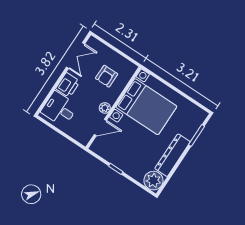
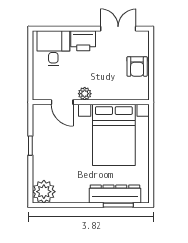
double door: (75, 55) -> (118, 29), swing flipped
armchair: (107, 76) -> (137, 66), moved, turned -90
dresser: (173, 155) -> (115, 194), moved

